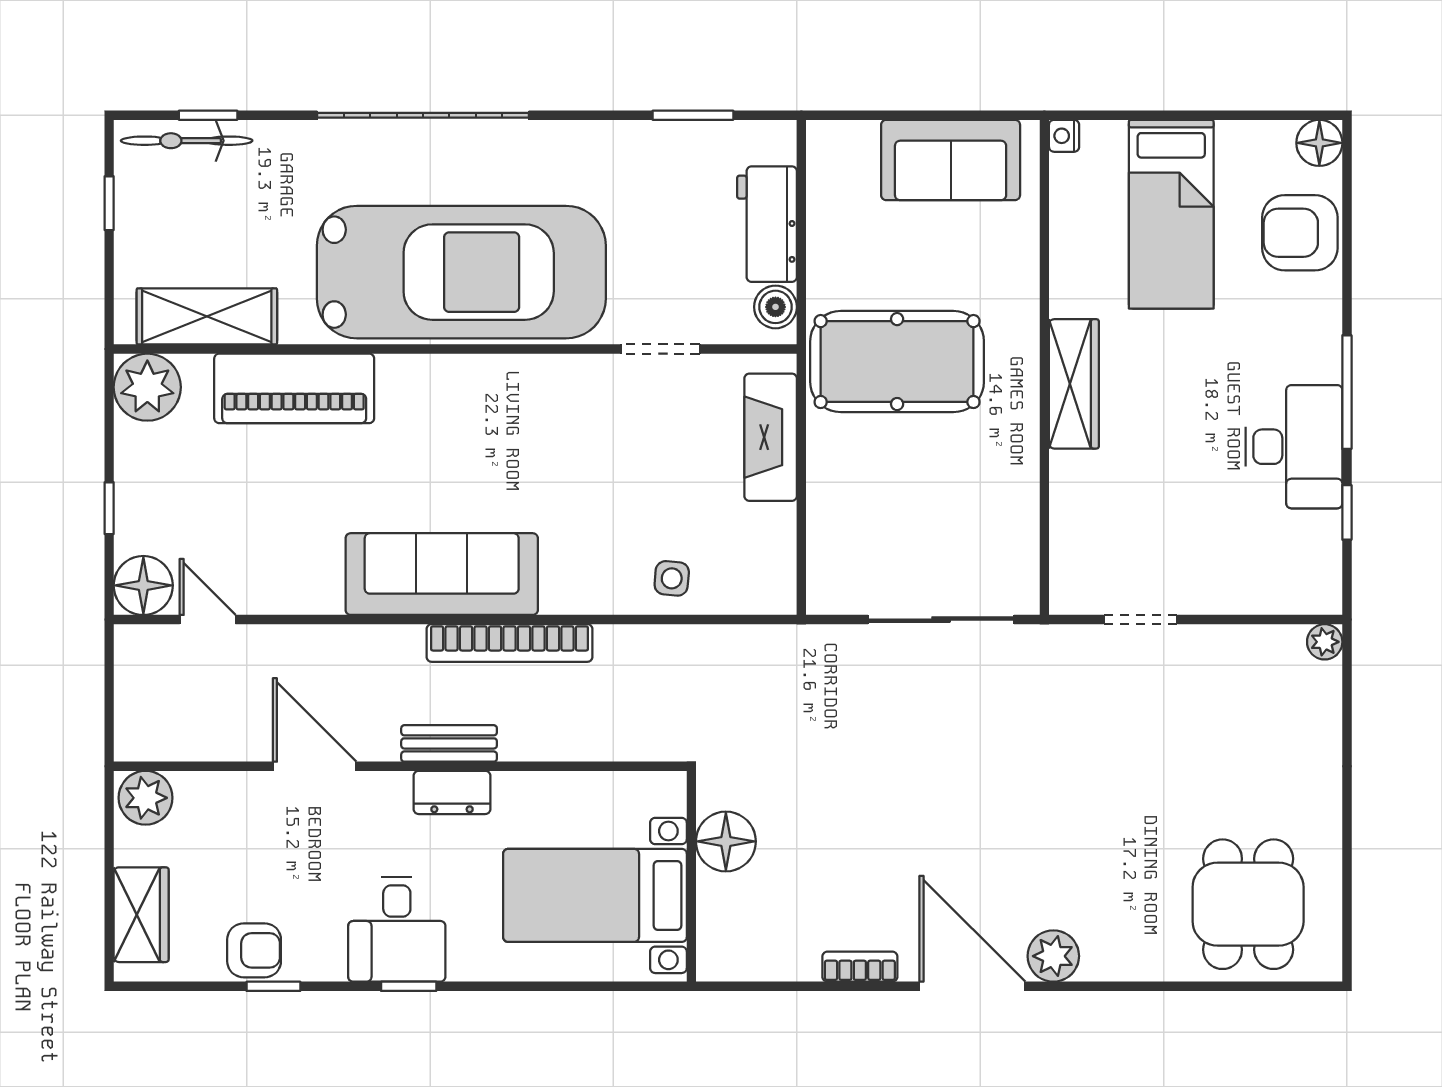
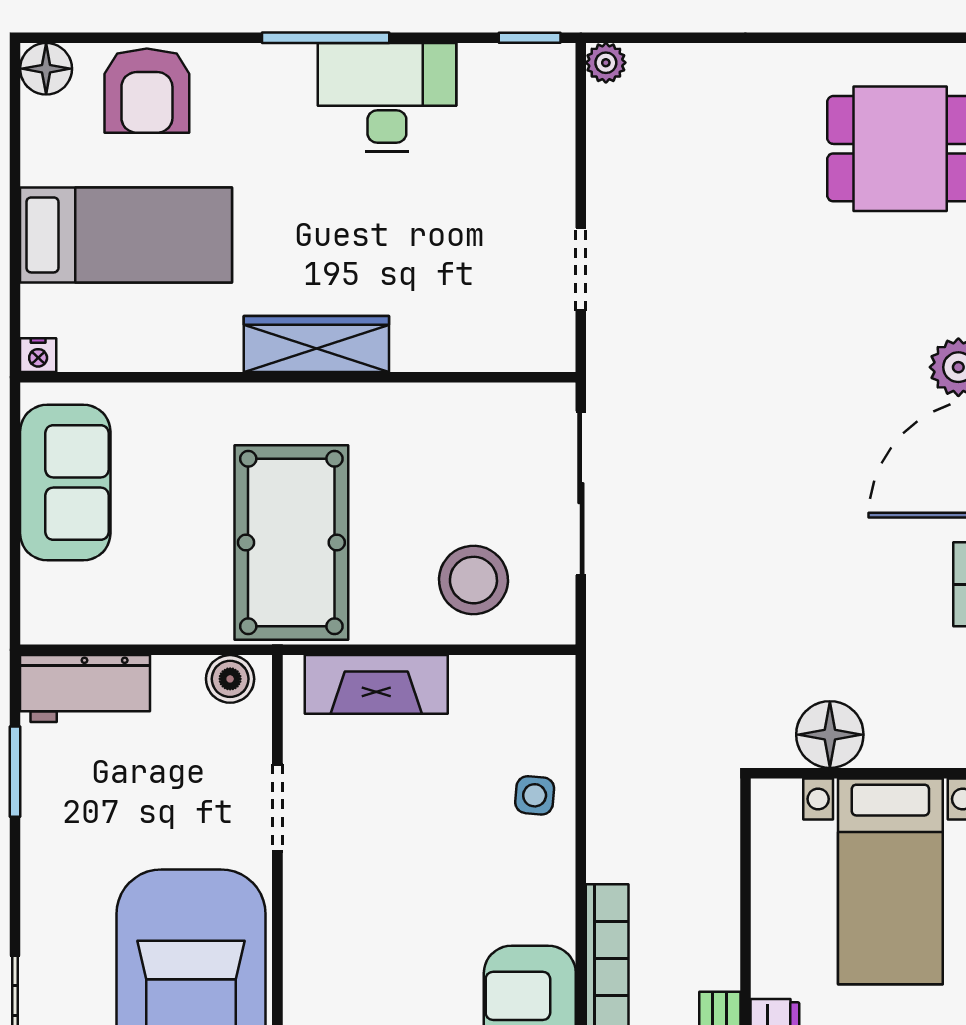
workbench: (767, 224) -> (85, 688), moved
window: (1347, 512) -> (530, 38), moved
stool: (864, 524) -> (473, 580), added

